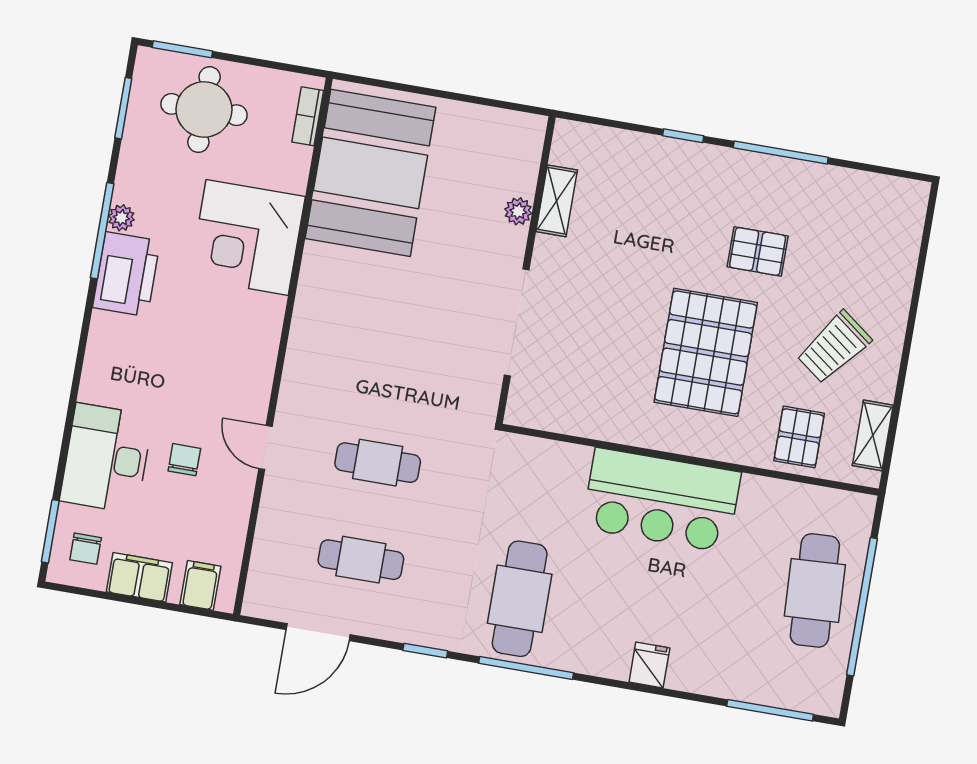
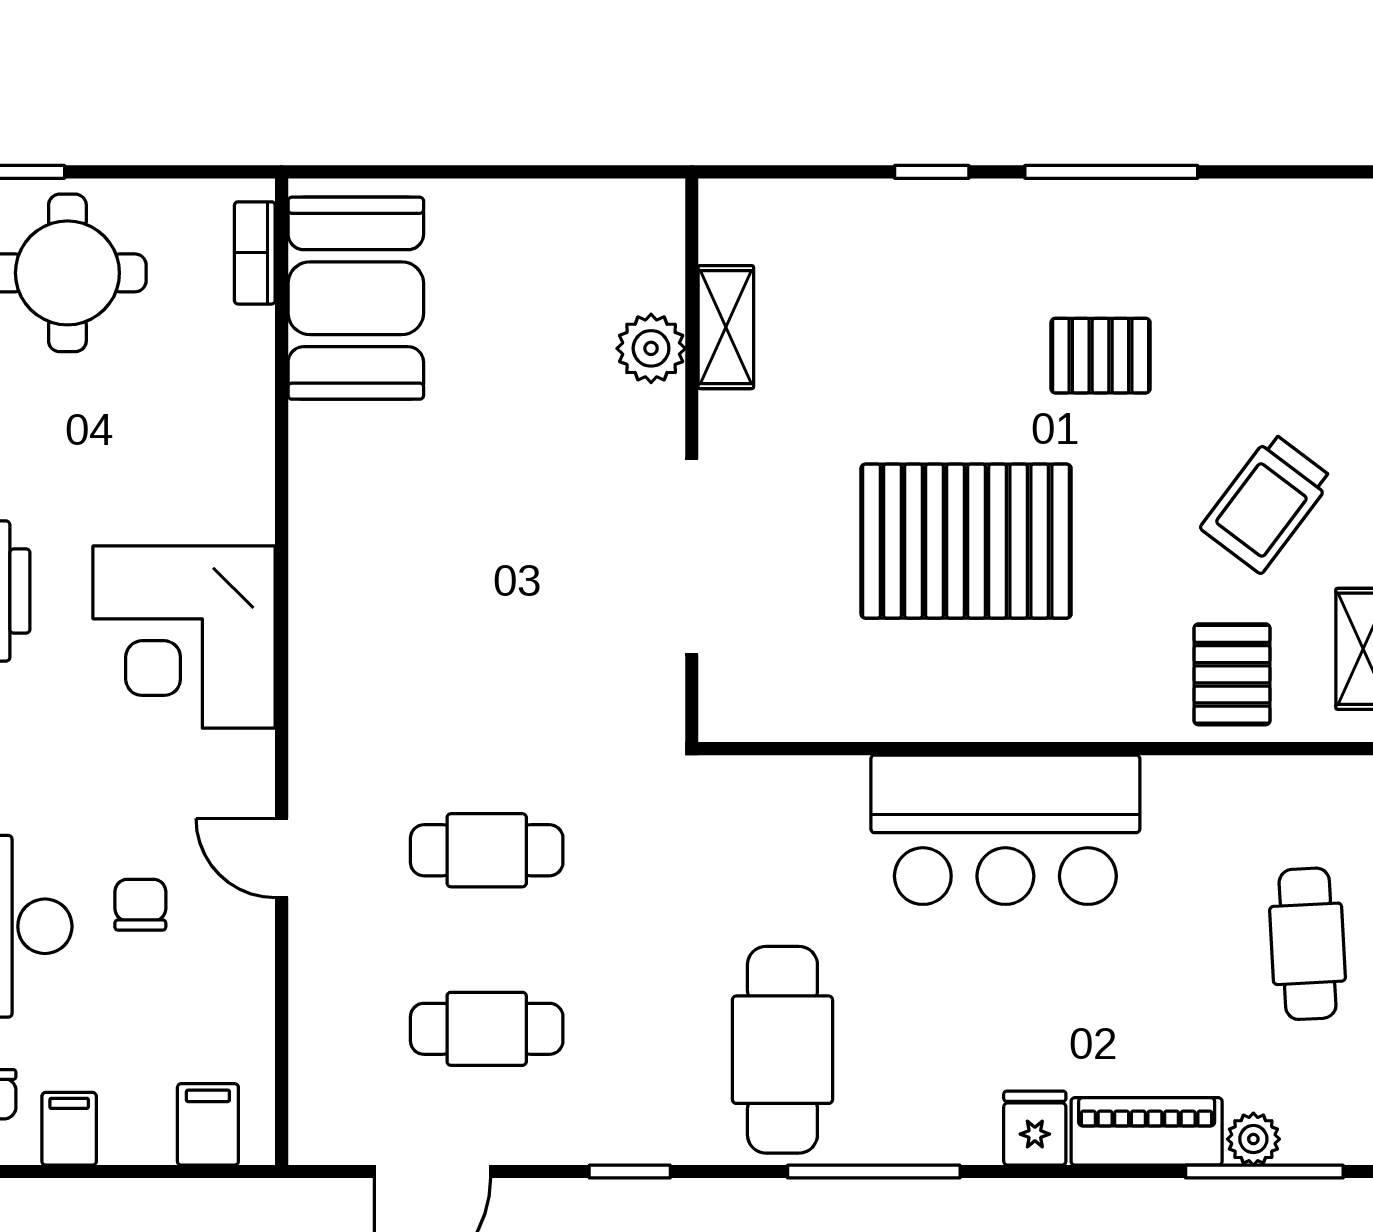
booth: (370, 173) -> (356, 298), width x0.73, depth x0.70
plant: (518, 211) -> (651, 348), width x1.38, depth x1.38
corner desk: (247, 237) -> (184, 637), moved
pallet: (706, 352) -> (966, 541), moved, turned 90
filing cabinet: (139, 577) -> (69, 1129), width x0.50
cafe table: (815, 590) -> (1308, 944), width x0.73, depth x0.74
window: (526, 668) -> (874, 1172), moved
piano: (710, 677) -> (1147, 1131), added
plant: (767, 691) -> (1253, 1139), added

